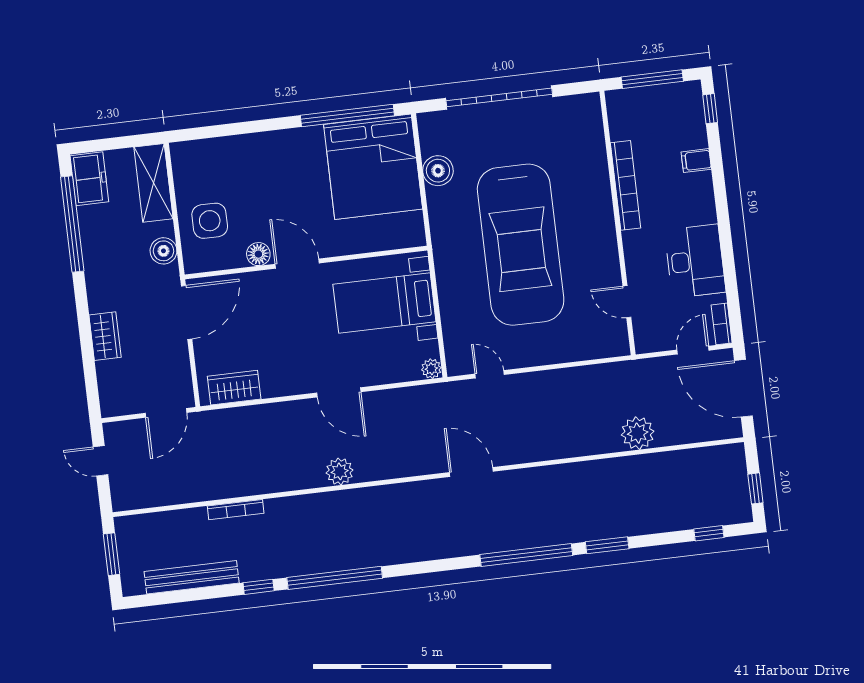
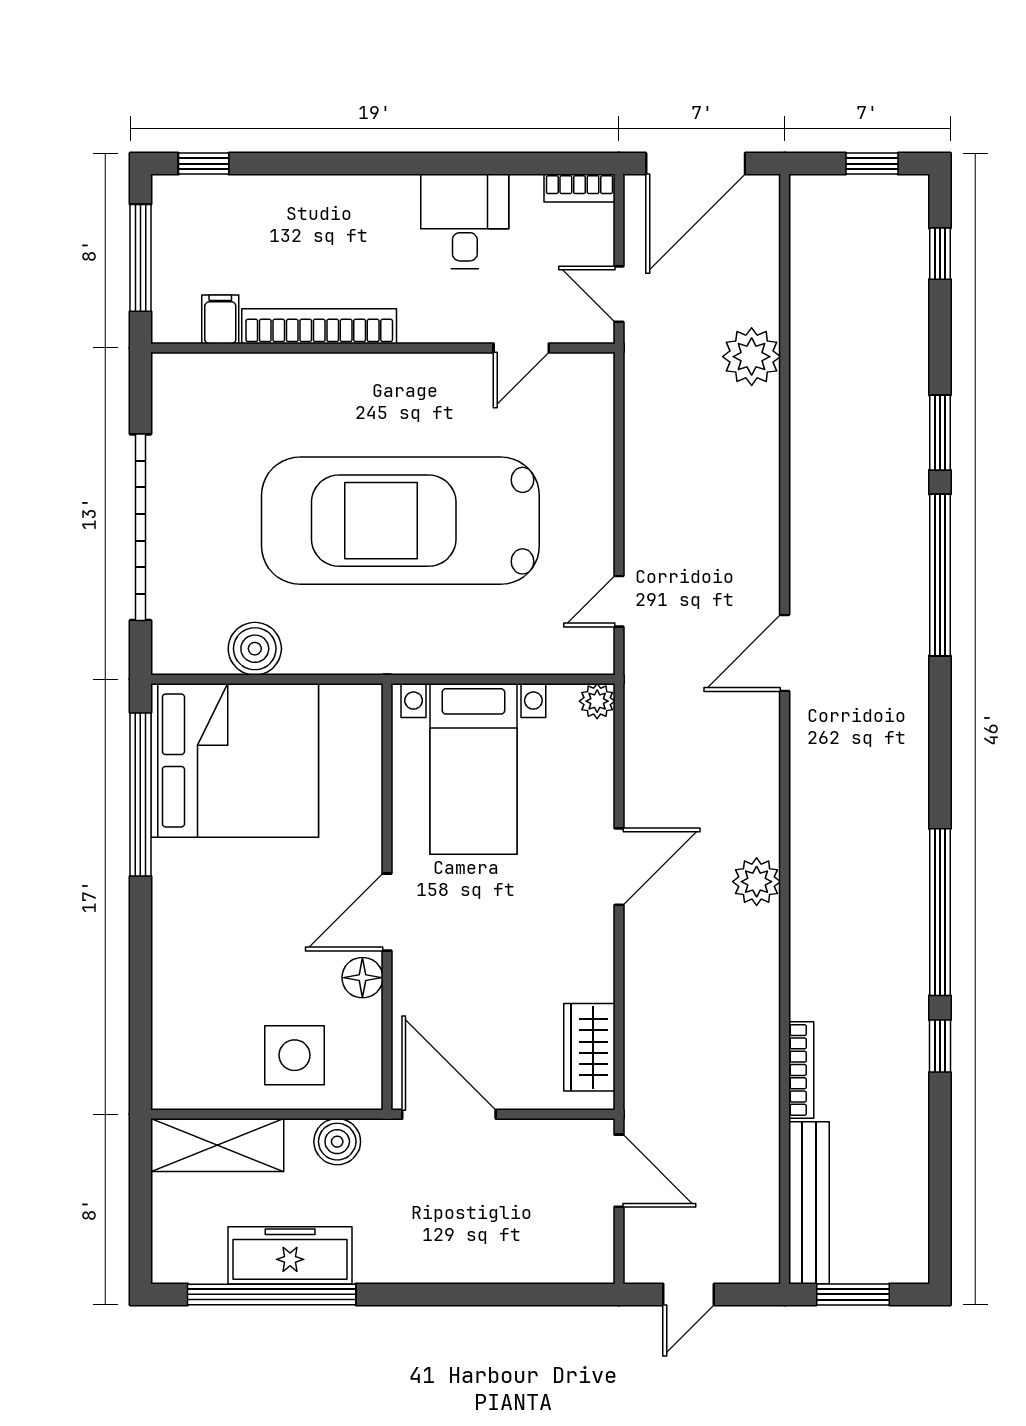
filing cabinet: (696, 161) -> (220, 319), moved, turned 180
freezer: (89, 179) -> (290, 1255), moved, width x1.40
car: (521, 245) -> (400, 521), turned 180
desk: (695, 261) -> (465, 221), width x0.73
wardrobe: (105, 336) -> (473, 1261), removed
door: (693, 350) -> (619, 294), moved
bench: (192, 577) -> (809, 1203), moved

